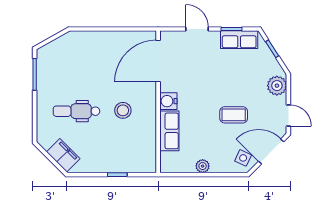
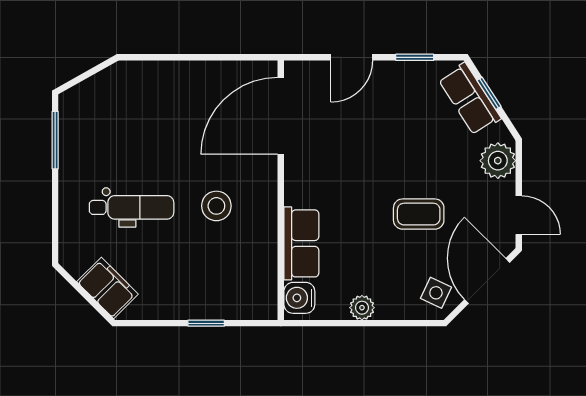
door: (197, 29) -> (352, 57), swing flipped
row of seats: (239, 40) -> (470, 99), moved, turned 57
water cooler: (168, 101) -> (299, 298), moved
dental chair: (76, 111) -> (132, 207), turned 180
door: (271, 151) -> (487, 281), hinge flipped

